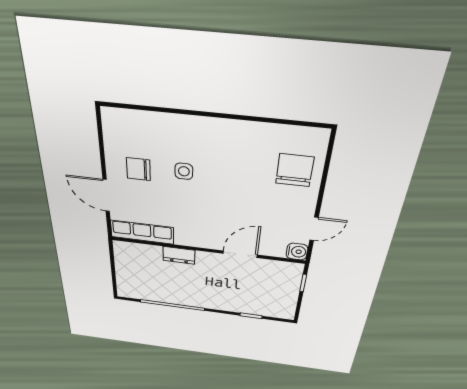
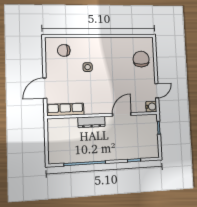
chair: (138, 169) -> (64, 50), moved
door: (106, 196) -> (45, 88), hinge flipped
dresser: (179, 255) -> (91, 122), width x1.44

